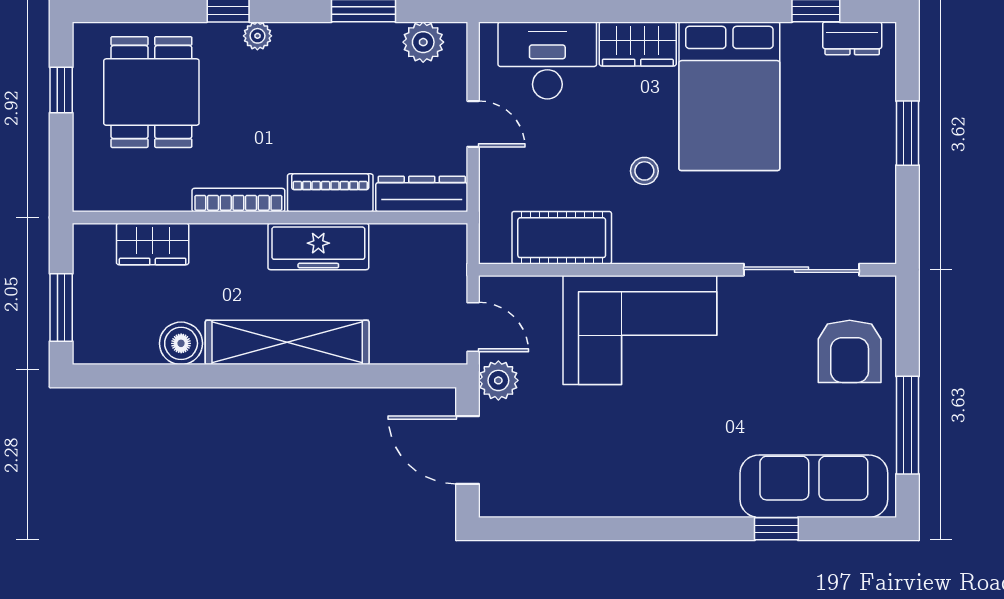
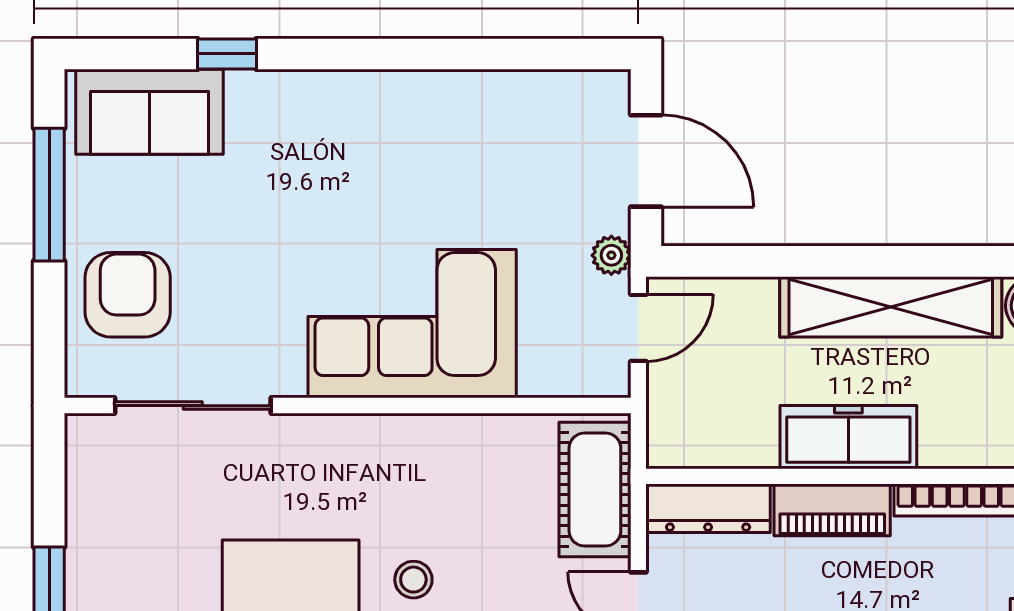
stool: (644, 171) -> (413, 580), moved
cot: (562, 238) -> (595, 489), moved, turned 90
door: (473, 327) -> (638, 328), swing flipped
plant: (498, 380) -> (611, 255), width x0.73, depth x0.73
sofa: (814, 486) -> (150, 112), width x0.73

